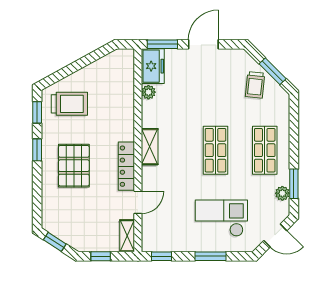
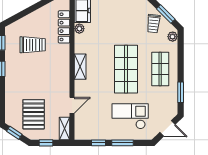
trolley: (69, 104) -> (33, 45), moved
shop shelf: (215, 150) -> (126, 69), width x1.43, depth x1.36
pallet: (74, 166) -> (34, 114), moved
locker: (126, 166) -> (64, 27), moved
plant: (282, 193) -> (173, 37), moved
window: (161, 256) -> (99, 143), moved

